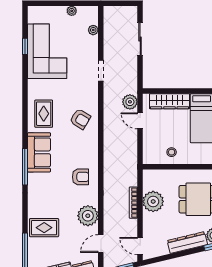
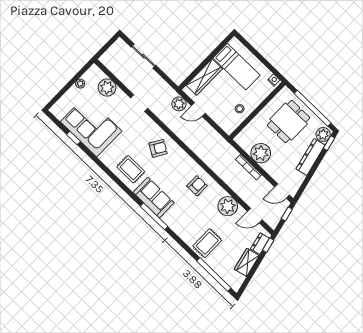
plant: (93, 30) -> (107, 87), width x1.88, depth x1.88
door: (101, 244) -> (255, 216), hinge flipped

